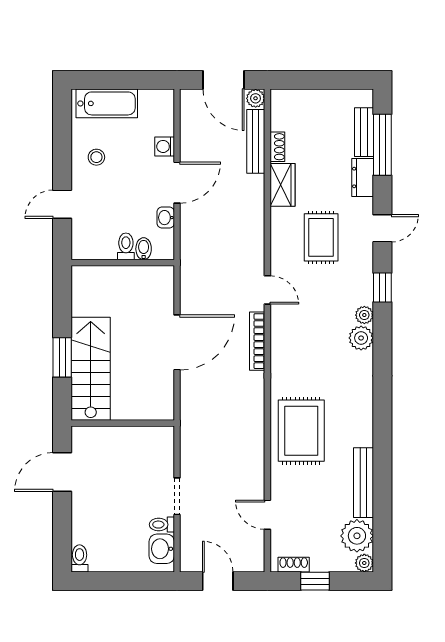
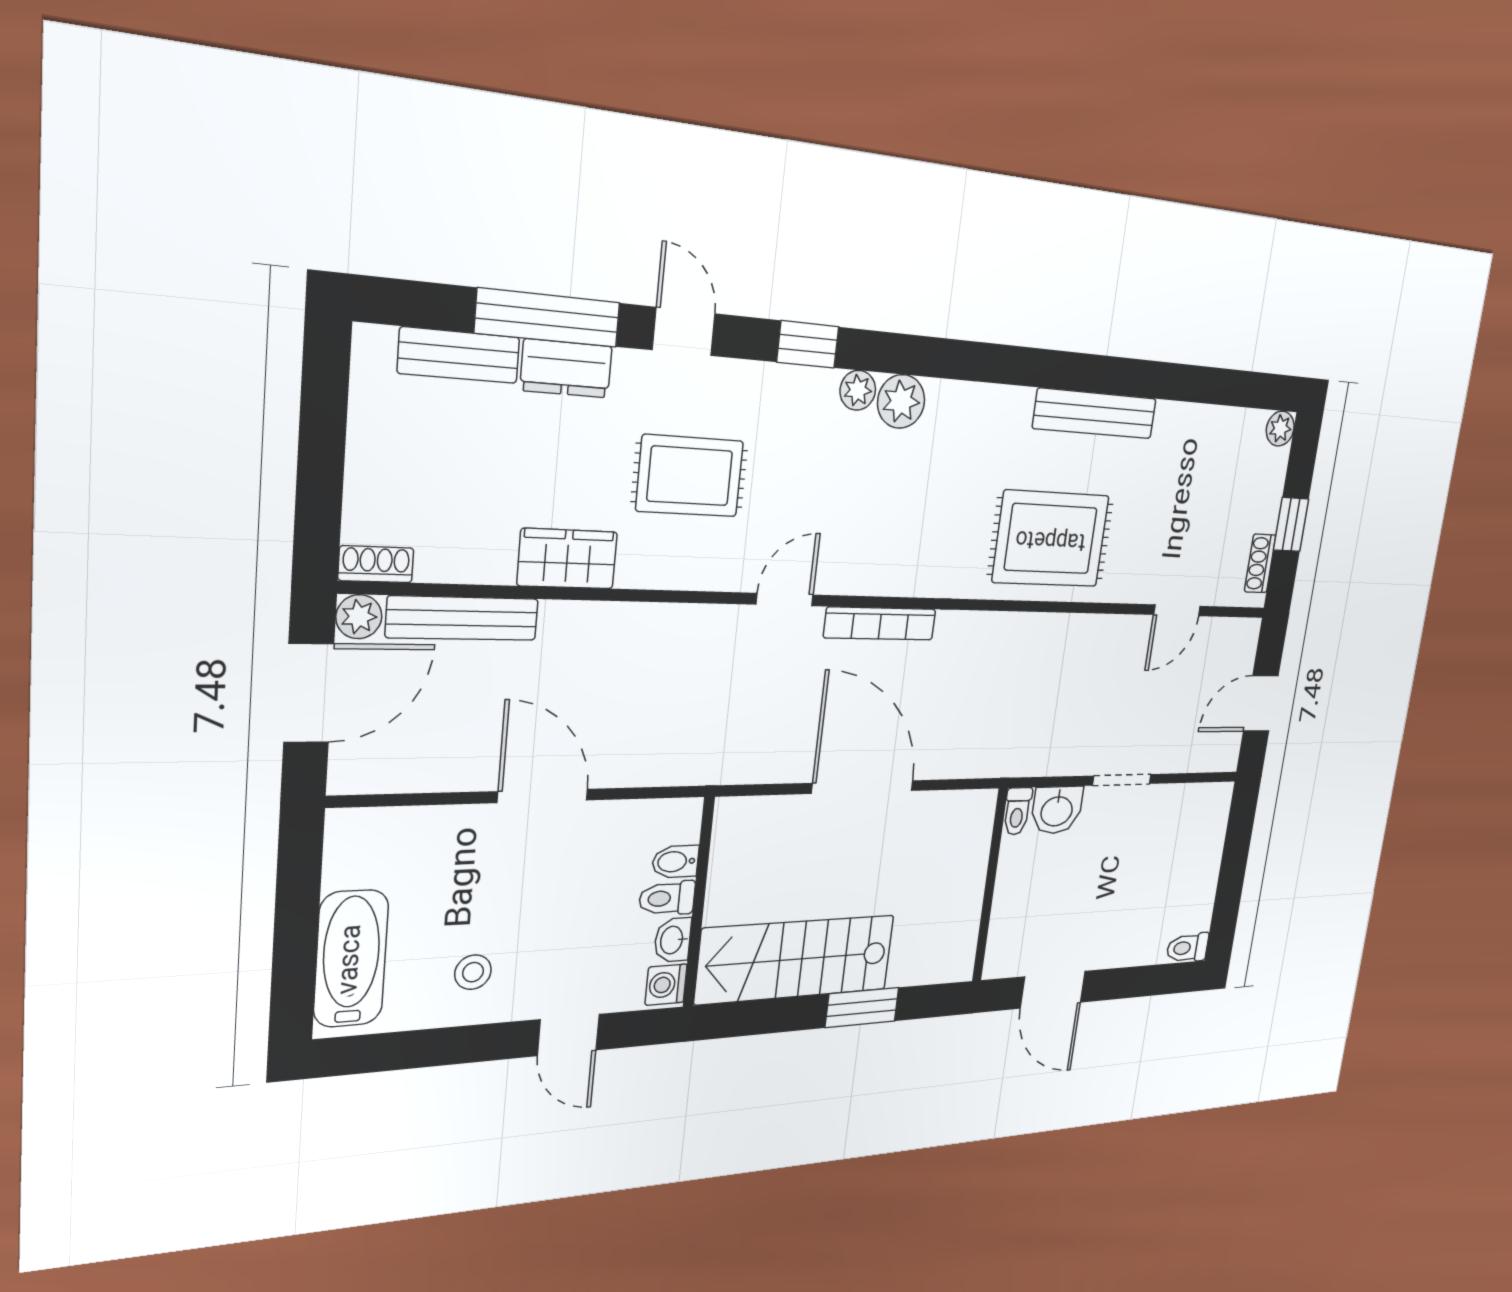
window: (382, 145) -> (548, 318), moved
washing machine: (165, 146) -> (666, 985), moved, turned 90
shoe rack: (277, 147) -> (376, 564), moved
washbasin: (166, 218) -> (673, 940), moved, turned 90
stairs: (91, 369) -> (796, 959), moved
bench: (363, 483) -> (1095, 414), moved
toilet: (162, 525) -> (1017, 811), moved
plant: (357, 536) -> (1237, 439), removed
washbasin: (162, 549) -> (1057, 810), moved

